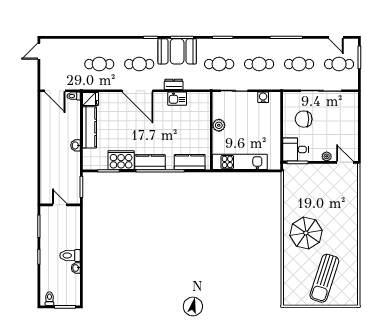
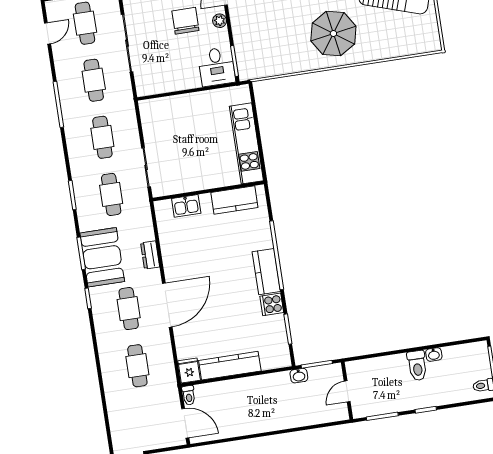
door: (55, 91) -> (185, 423), hinge flipped
water cooler: (263, 97) -> (149, 124), removed
kitchen sink: (177, 99) -> (186, 206), moved, turned 90
chair: (304, 119) -> (185, 21), moved, turned 180
plant: (219, 125) -> (199, 182), removed
washbasin: (76, 145) -> (299, 376), moved
cooker: (121, 160) -> (272, 304), width x0.53, depth x0.76
kitchen counter: (190, 162) -> (234, 200), moved, turned -90

